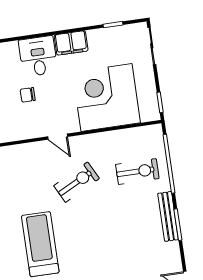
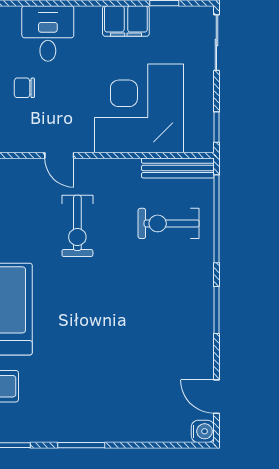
filing cabinet: (71, 43) -> (126, 21), moved
exercise bike: (137, 171) -> (169, 223), turned 180
exercise bike: (77, 182) -> (77, 226), turned 117
bench: (168, 216) -> (178, 168), moved, turned 90

